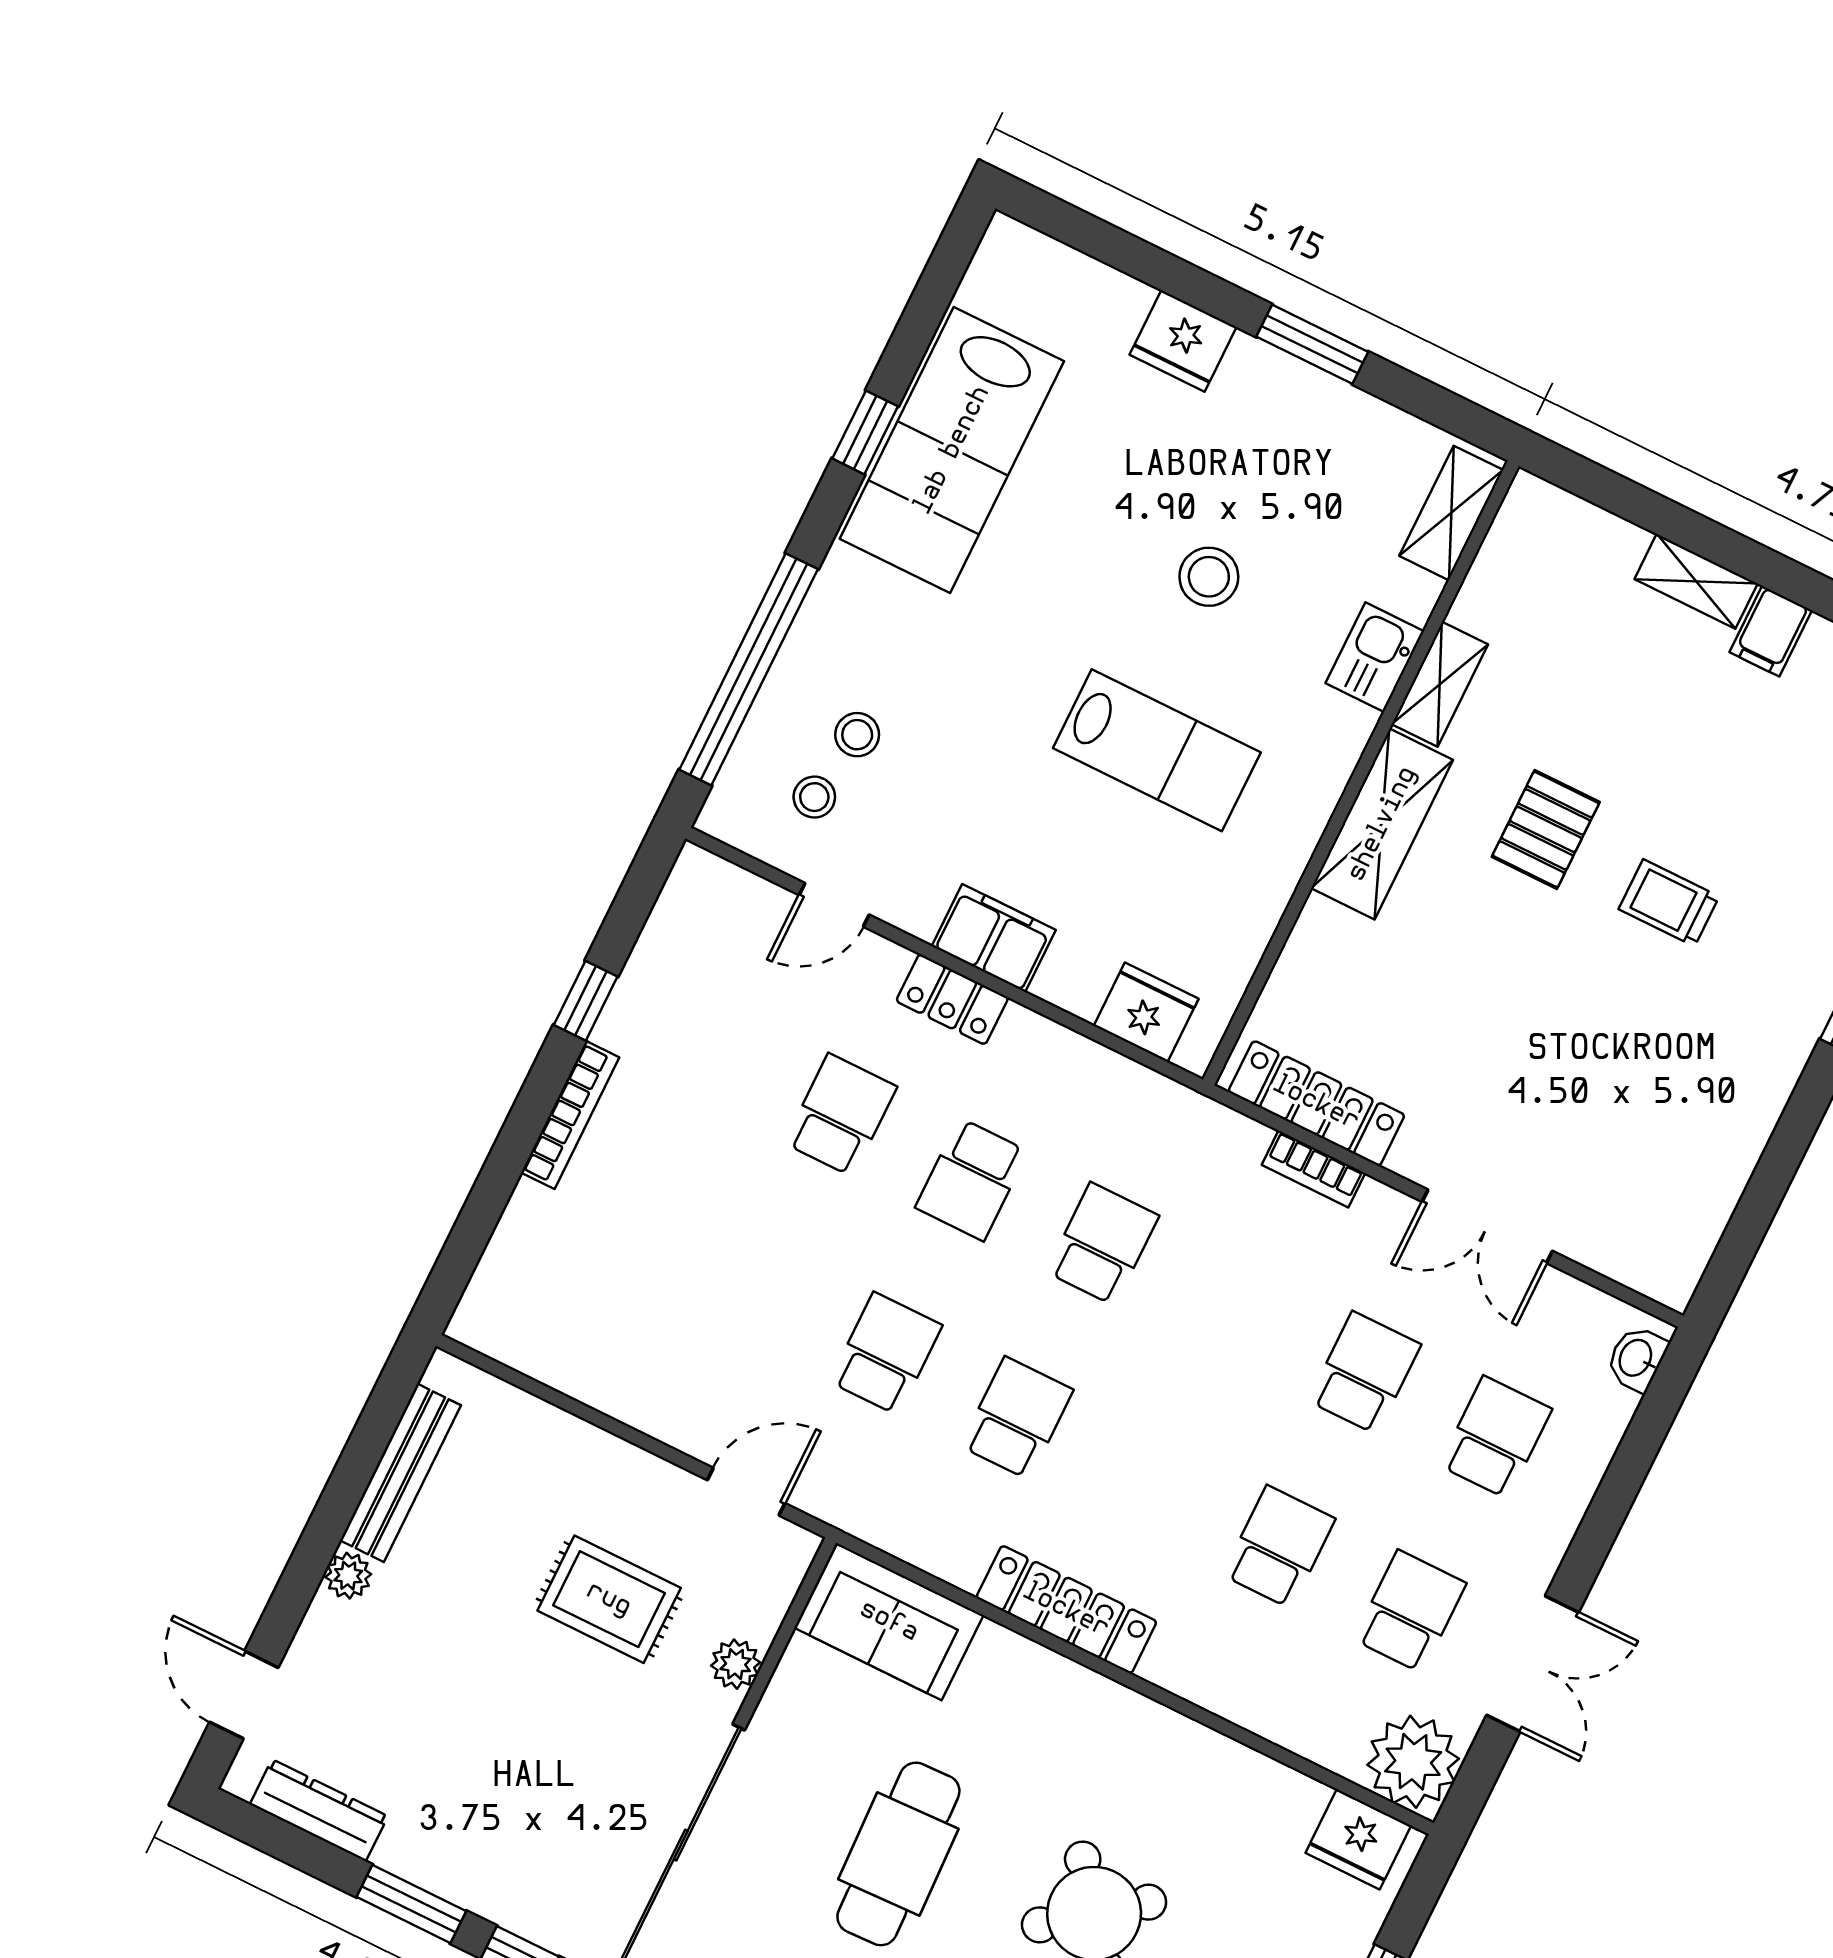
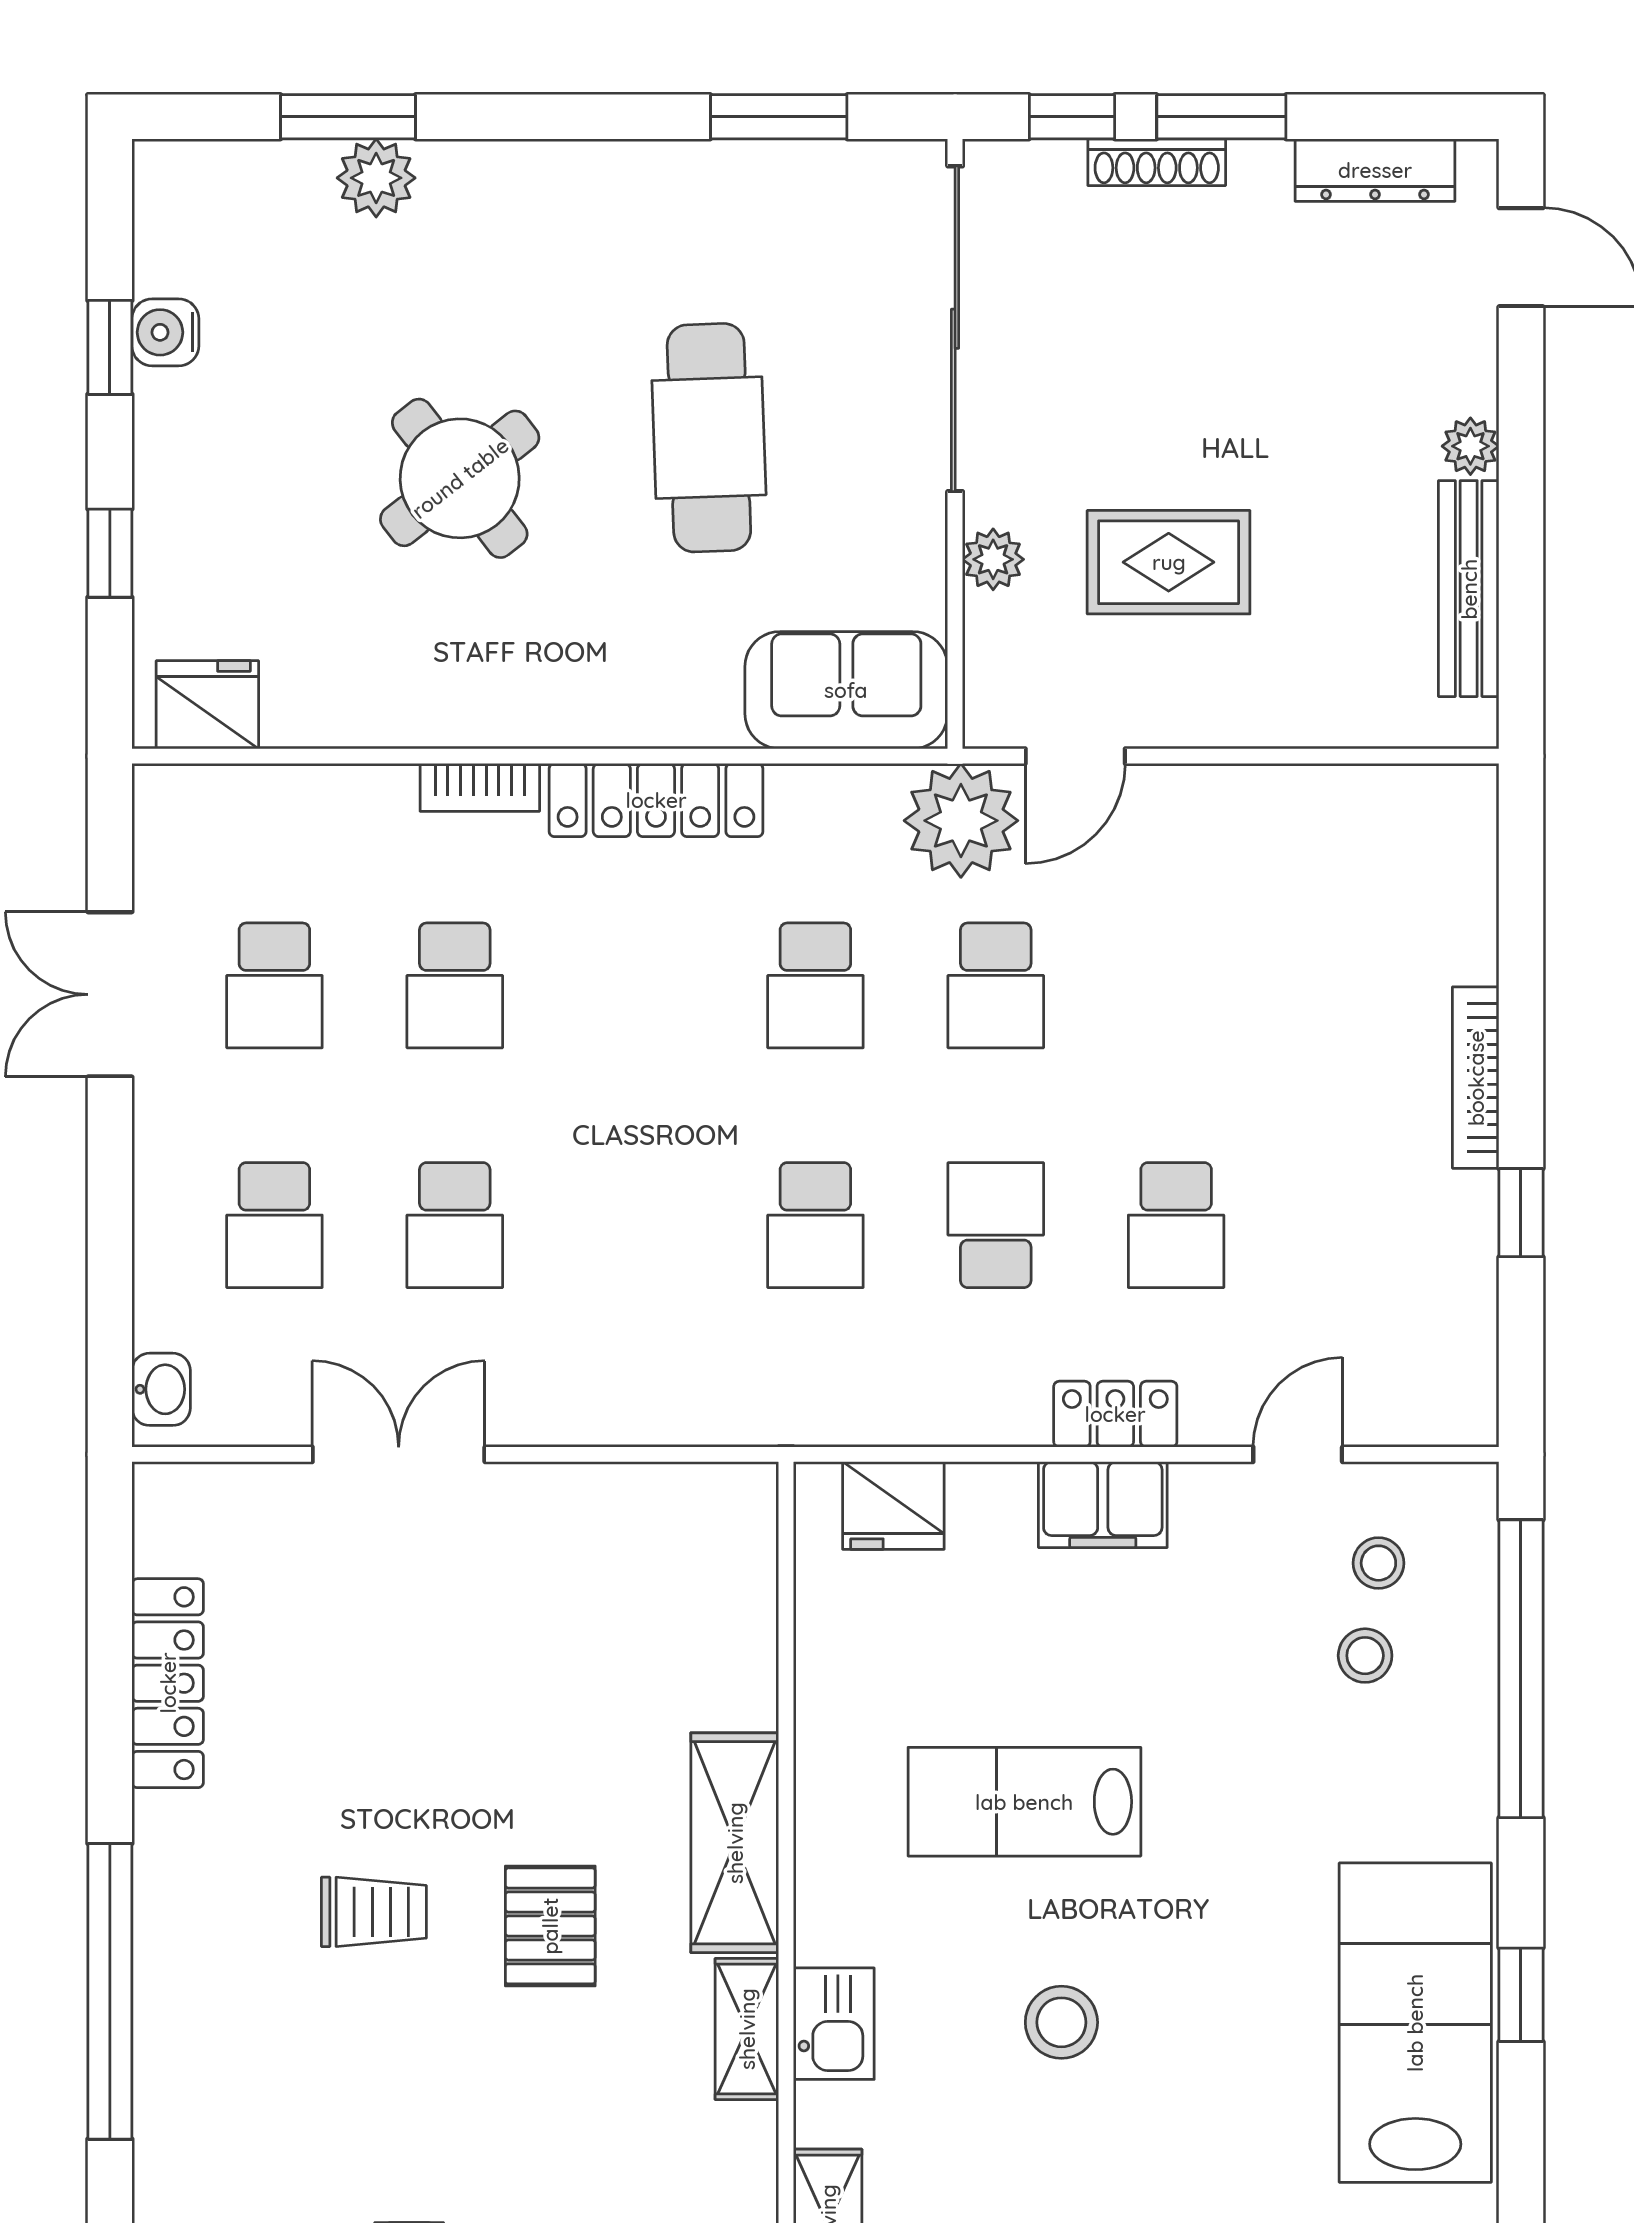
locker: (1316, 1103) -> (168, 1683), moved, turned -90
bookcase: (1313, 1169) -> (480, 787), moved, turned 180
plant: (1413, 1762) -> (961, 821), moved
shoe rack: (475, 1894) -> (1157, 162), added

